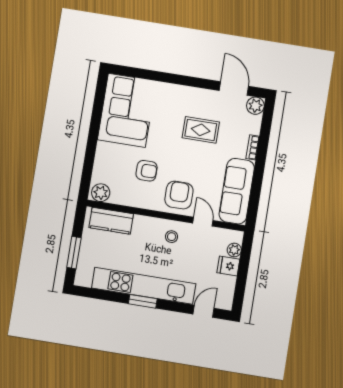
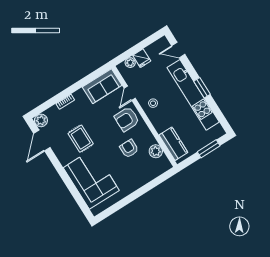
corner sofa: (127, 110) -> (91, 179), moved, turned 90
sofa: (237, 191) -> (102, 86), width x0.73
plant: (101, 193) -> (156, 151), moved

